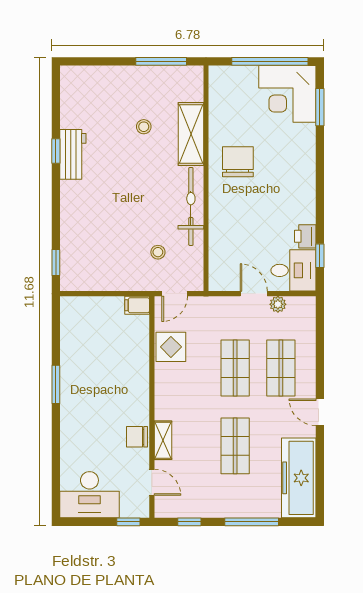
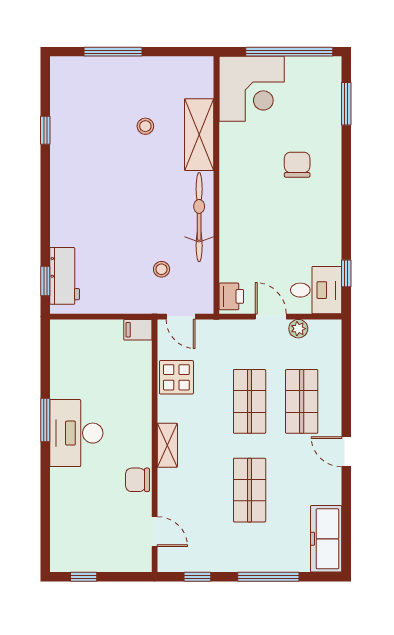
window: (161, 61) -> (113, 52), moved
corner desk: (287, 94) -> (252, 89), moved, turned -90
window: (56, 151) -> (45, 130), moved
workbench: (73, 154) -> (65, 276), moved
chair: (238, 162) -> (297, 165), moved, width x0.73, depth x0.73
printer: (305, 236) -> (231, 296), moved, turned 180
door: (175, 294) -> (181, 317), hinge flipped
shelving: (163, 440) -> (167, 445), moved
freezer: (299, 478) -> (326, 539), width x0.73, depth x0.79
desk: (89, 495) -> (76, 433), moved, turned 90
window: (128, 522) -> (84, 577), moved

